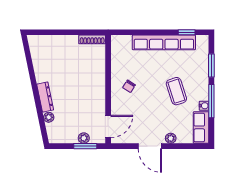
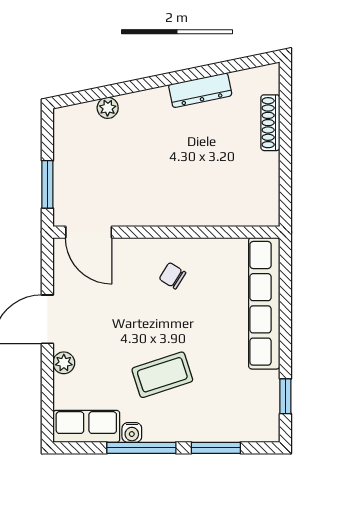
shoe rack: (92, 39) -> (270, 123), moved
row of seats: (164, 42) -> (264, 303), moved
dresser: (45, 97) -> (200, 90), moved
plant: (84, 138) -> (64, 181), removed

